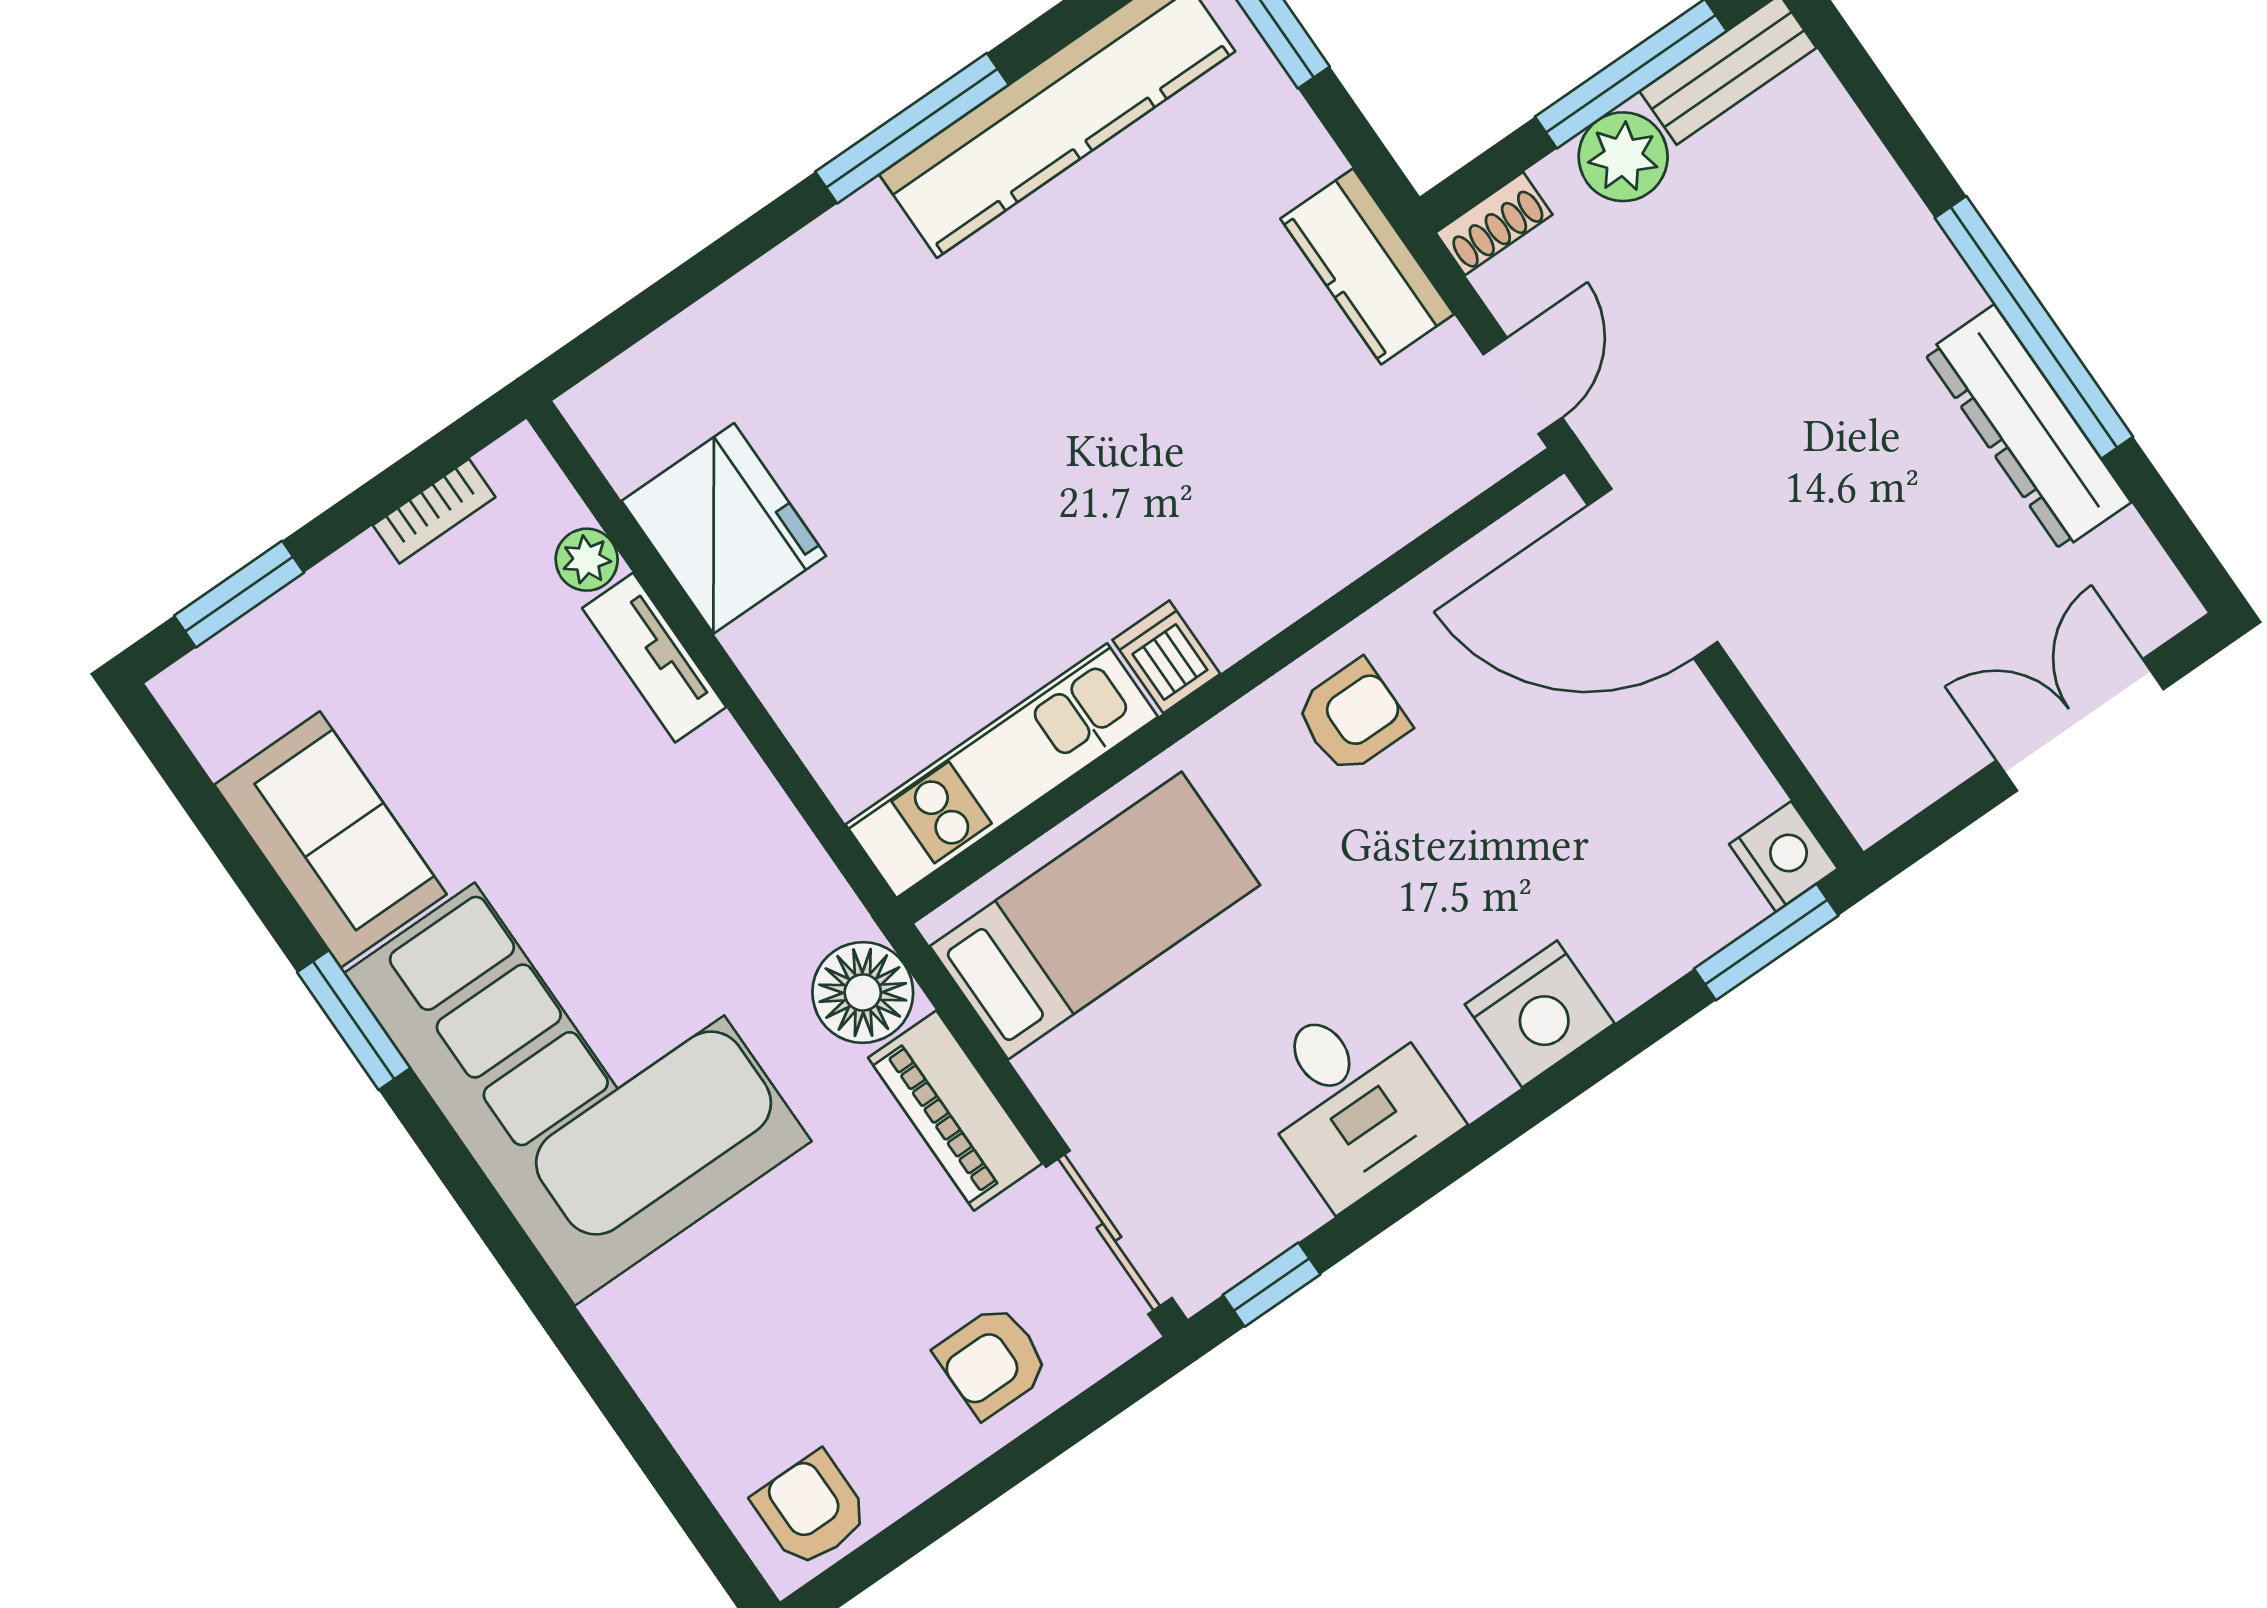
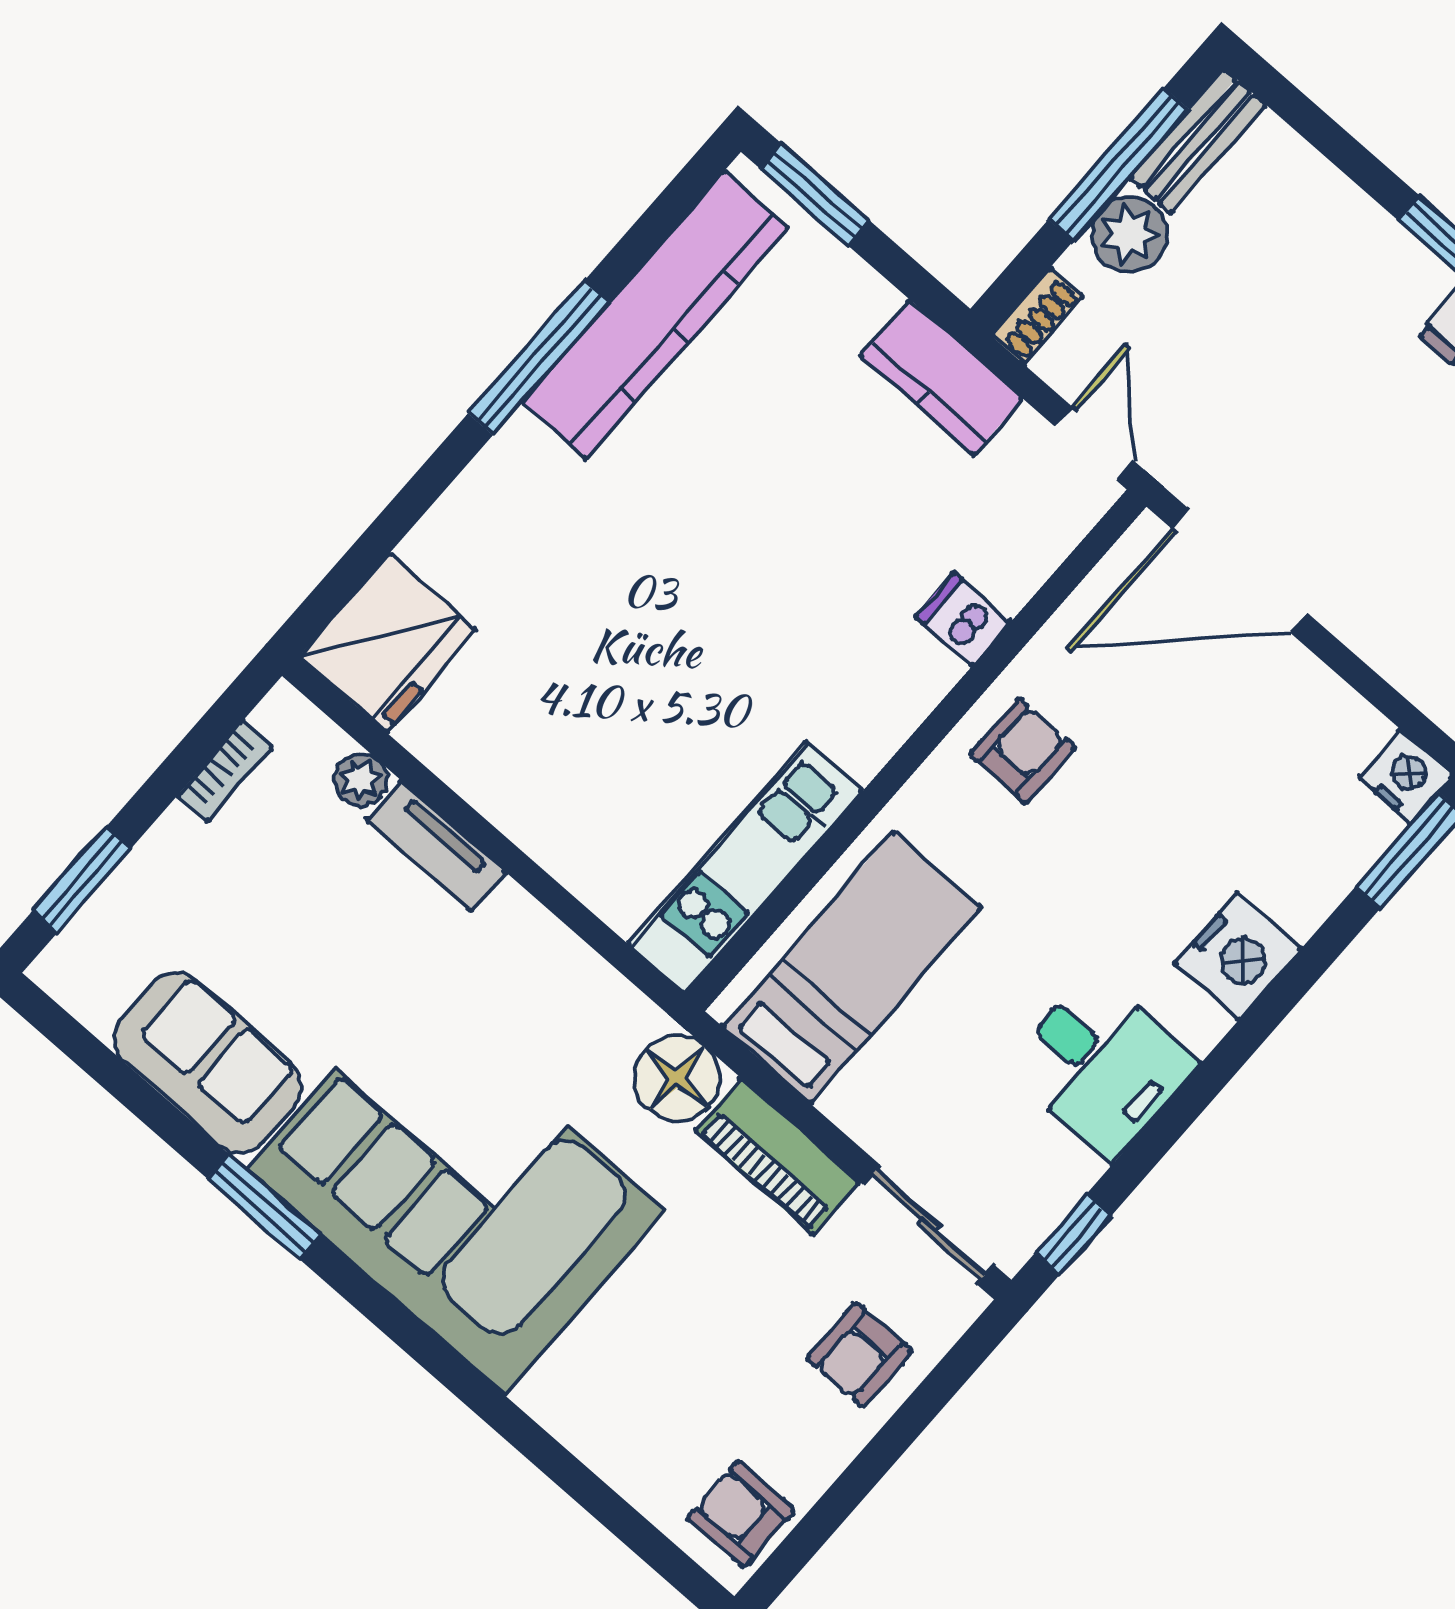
fridge: (724, 528) -> (388, 643), moved, turned 90
dishwasher: (1166, 657) -> (963, 619), moved

